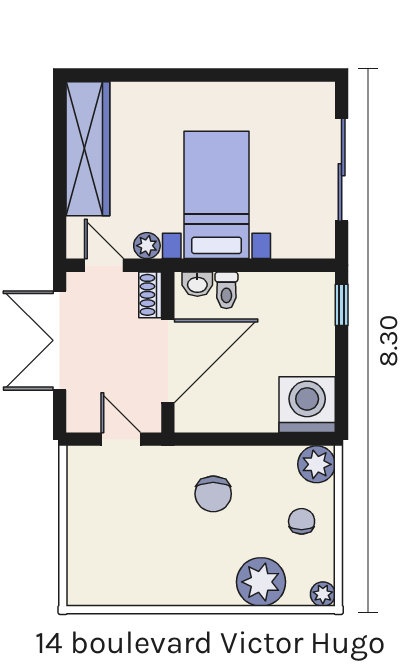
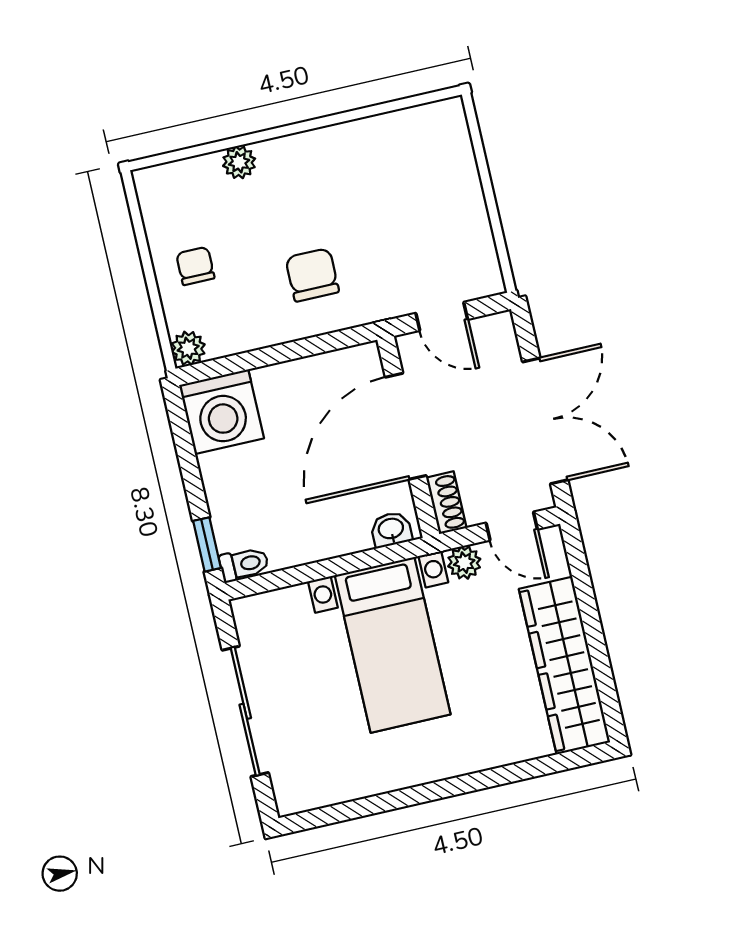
toilet: (226, 290) -> (244, 564), moved, turned 90
plant: (317, 464) -> (188, 348), width x0.73, depth x0.73
chair: (302, 521) -> (195, 266), turned 180
plant: (261, 582) -> (239, 162), width x0.53, depth x0.53
plant: (323, 594) -> (148, 182), removed

